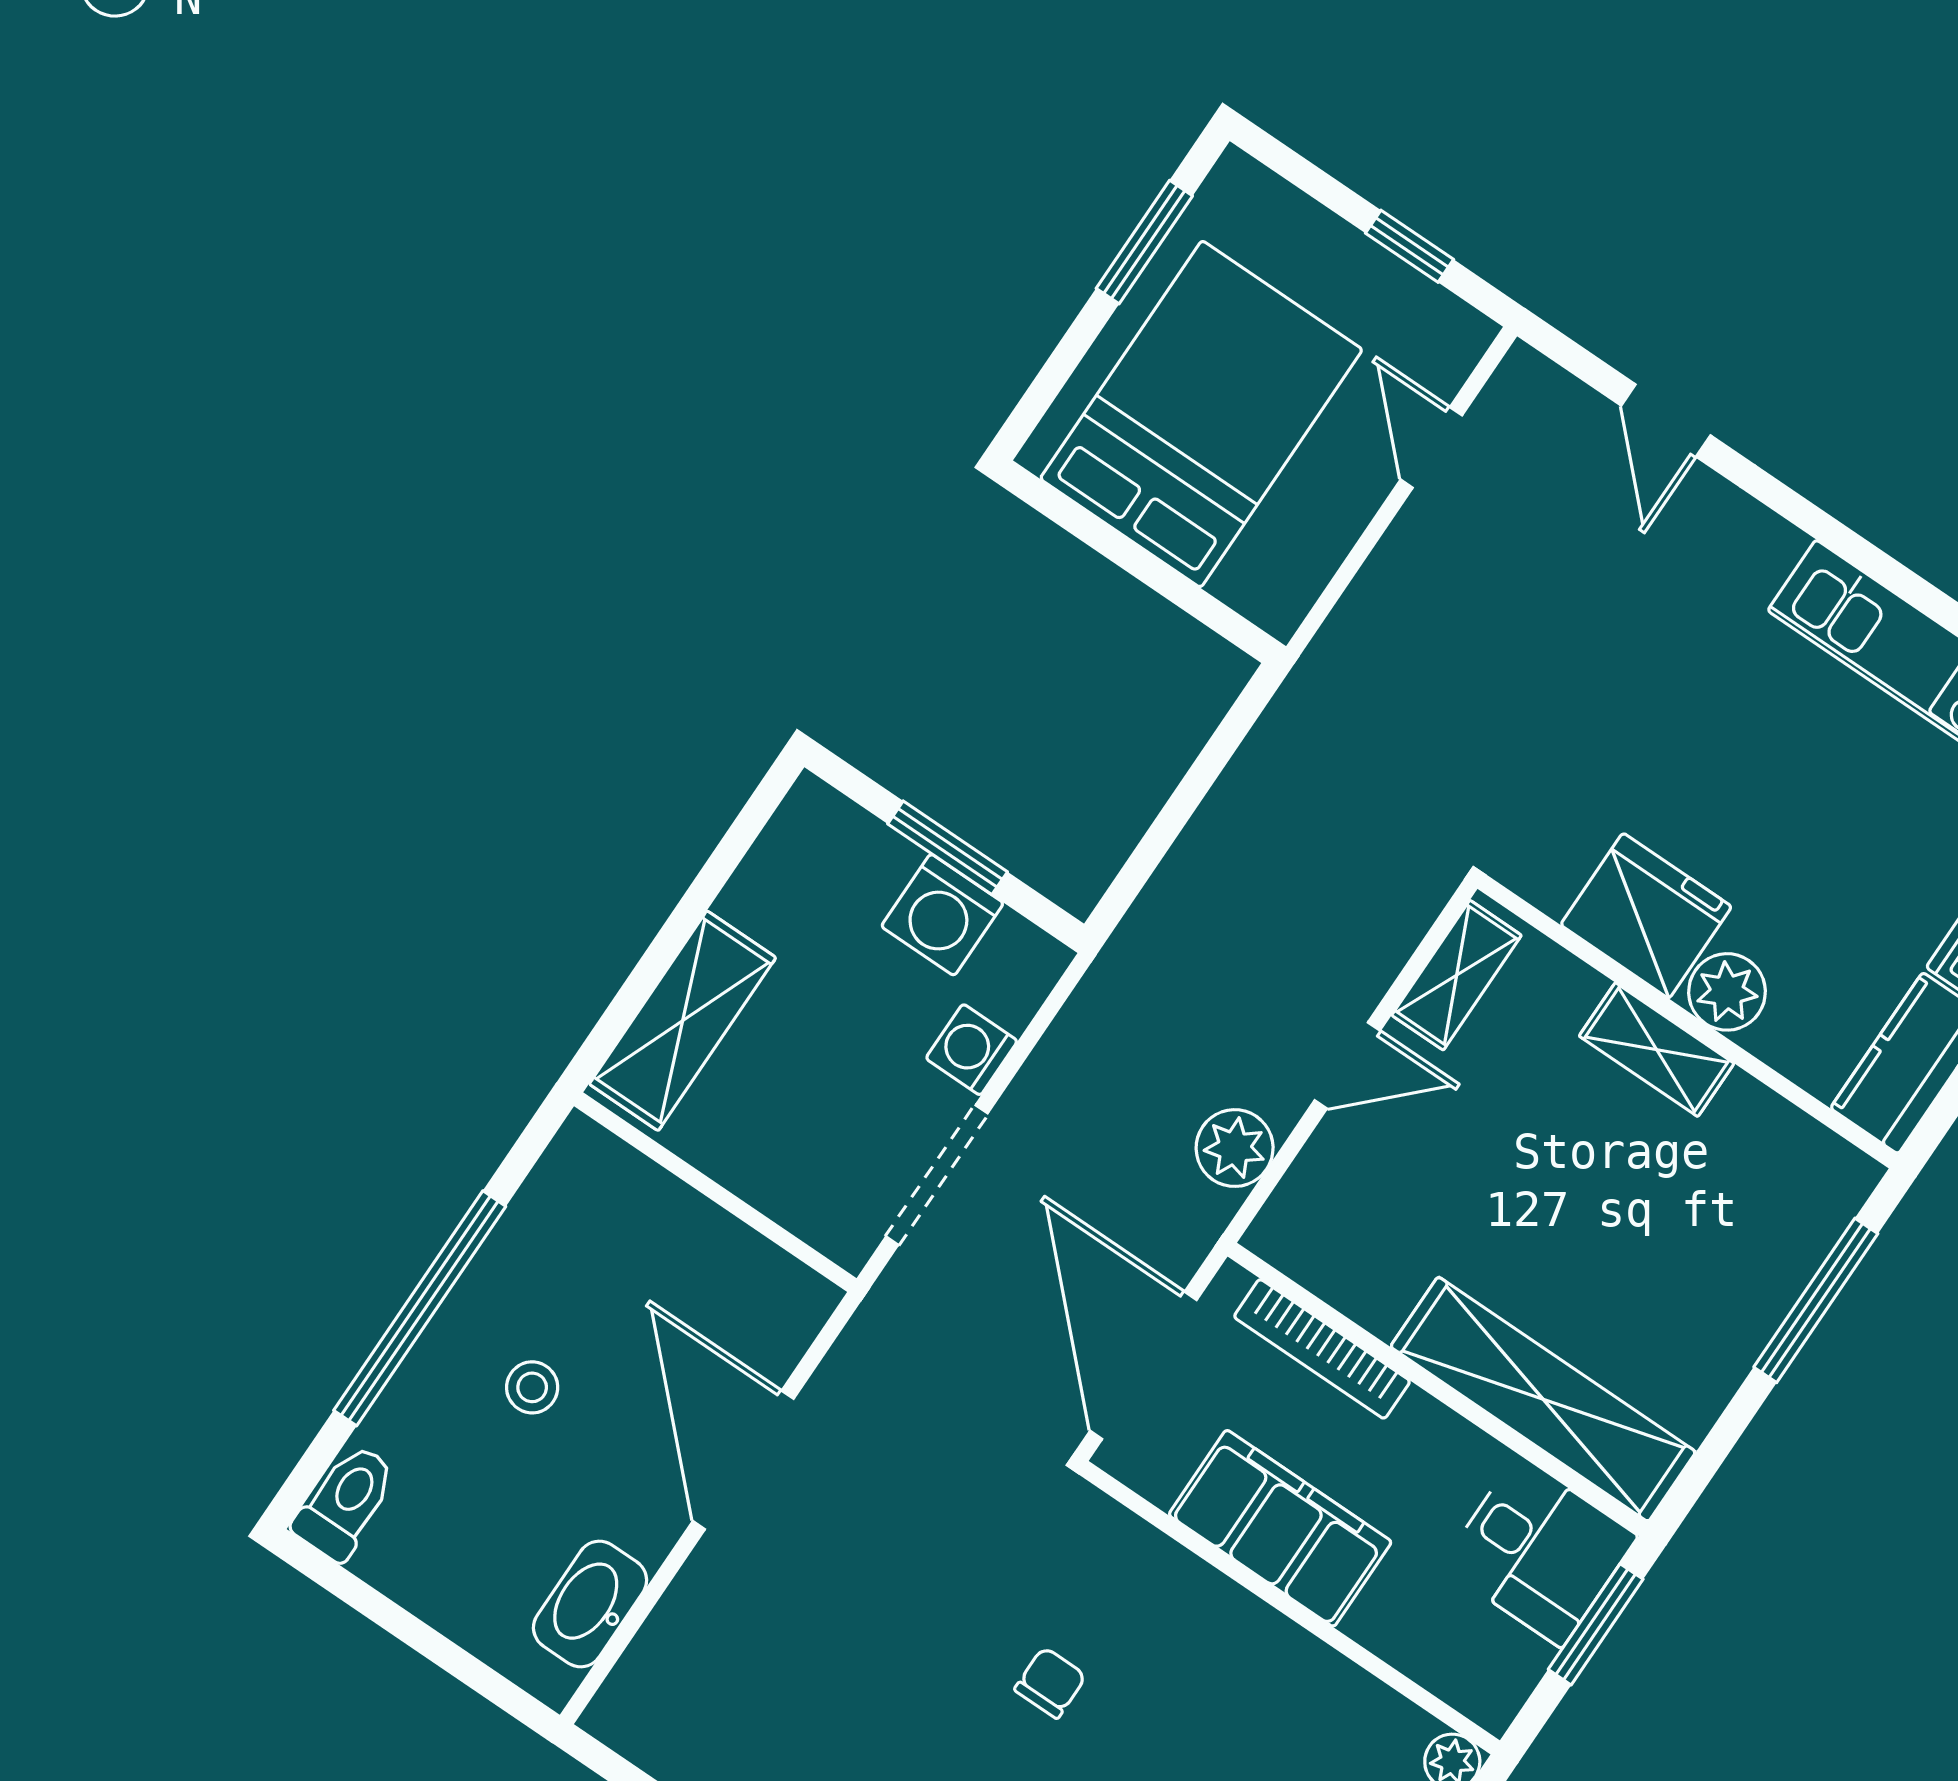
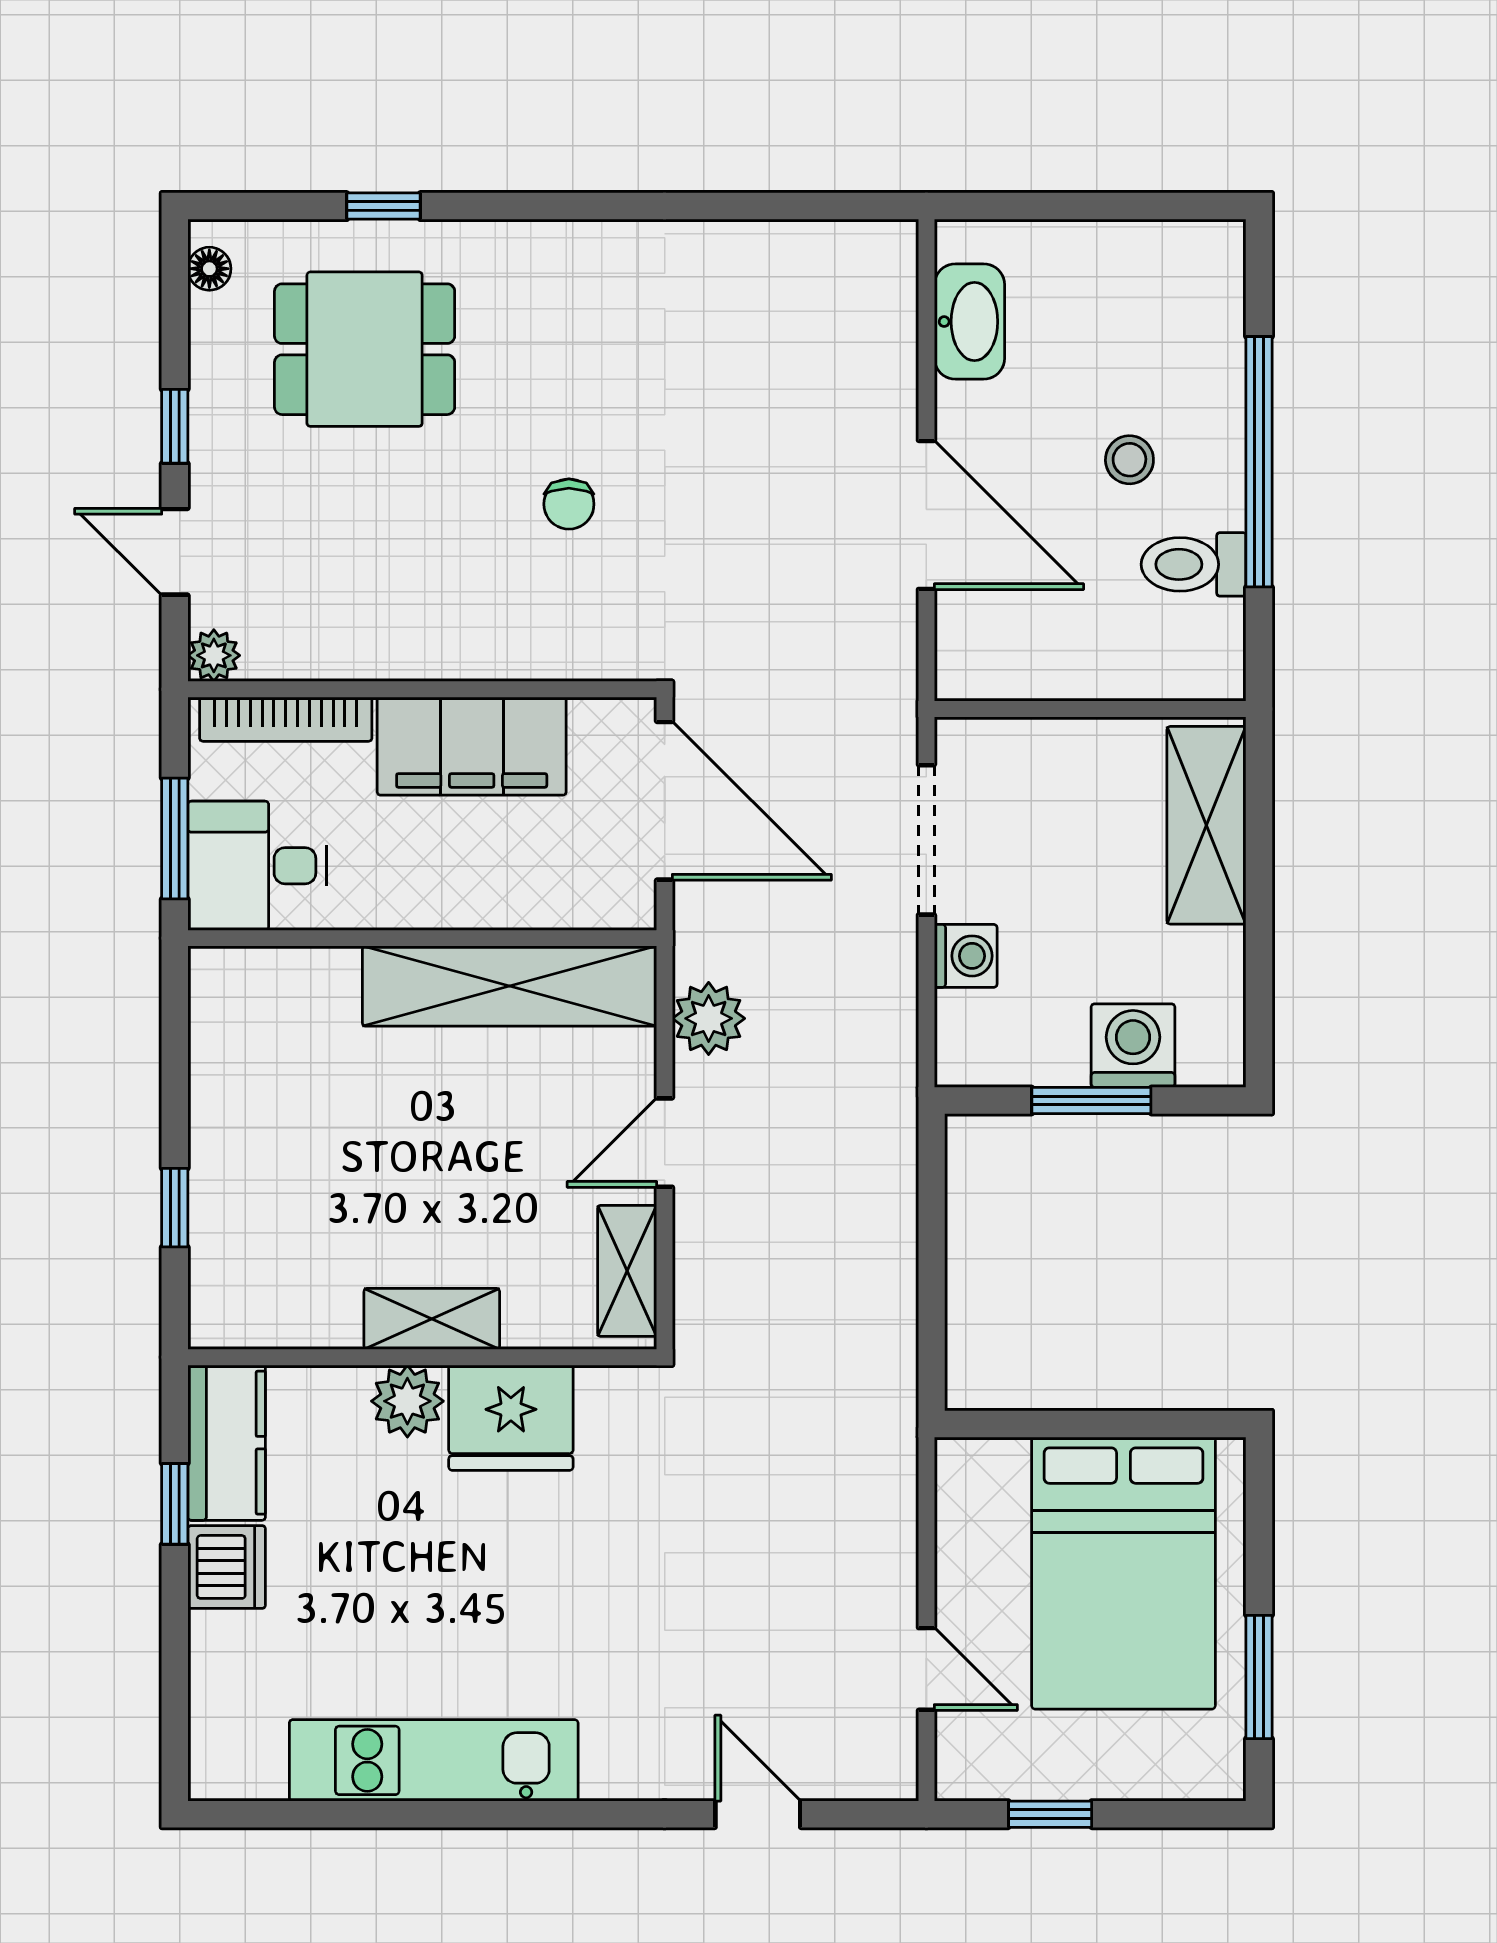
washing machine: (942, 915) -> (1133, 1046), moved
window: (1816, 1300) -> (175, 1208), width x0.46
bookcase: (1322, 1349) -> (286, 719), moved, turned 180
shelving: (1543, 1399) -> (510, 986), moved
toilet: (346, 1502) -> (1194, 564), moved, turned 90

